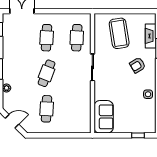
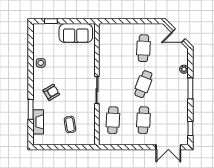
coffee table: (119, 33) -> (70, 125), width x0.54, depth x0.58
sofa: (104, 117) -> (76, 33), moved, turned -90

